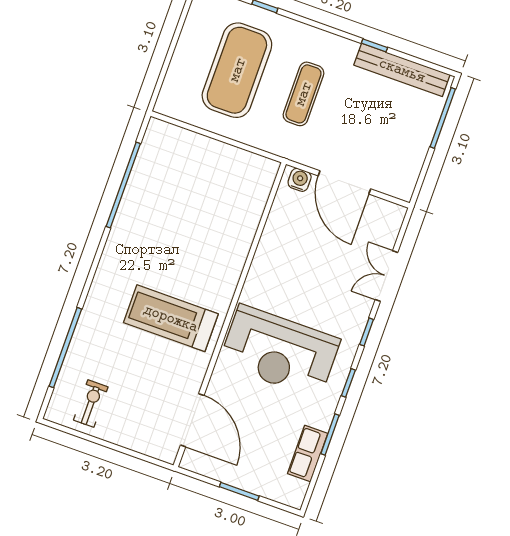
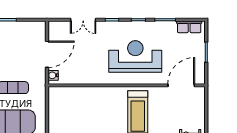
reception desk: (280, 352) -> (135, 56), turned -90
row of seats: (308, 454) -> (189, 27), moved

